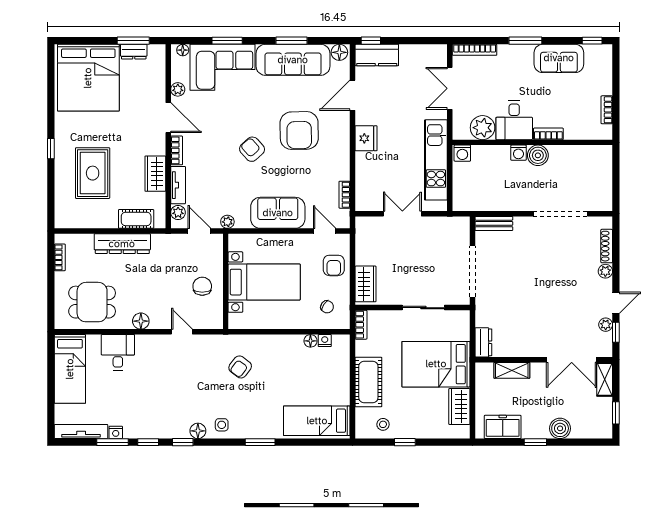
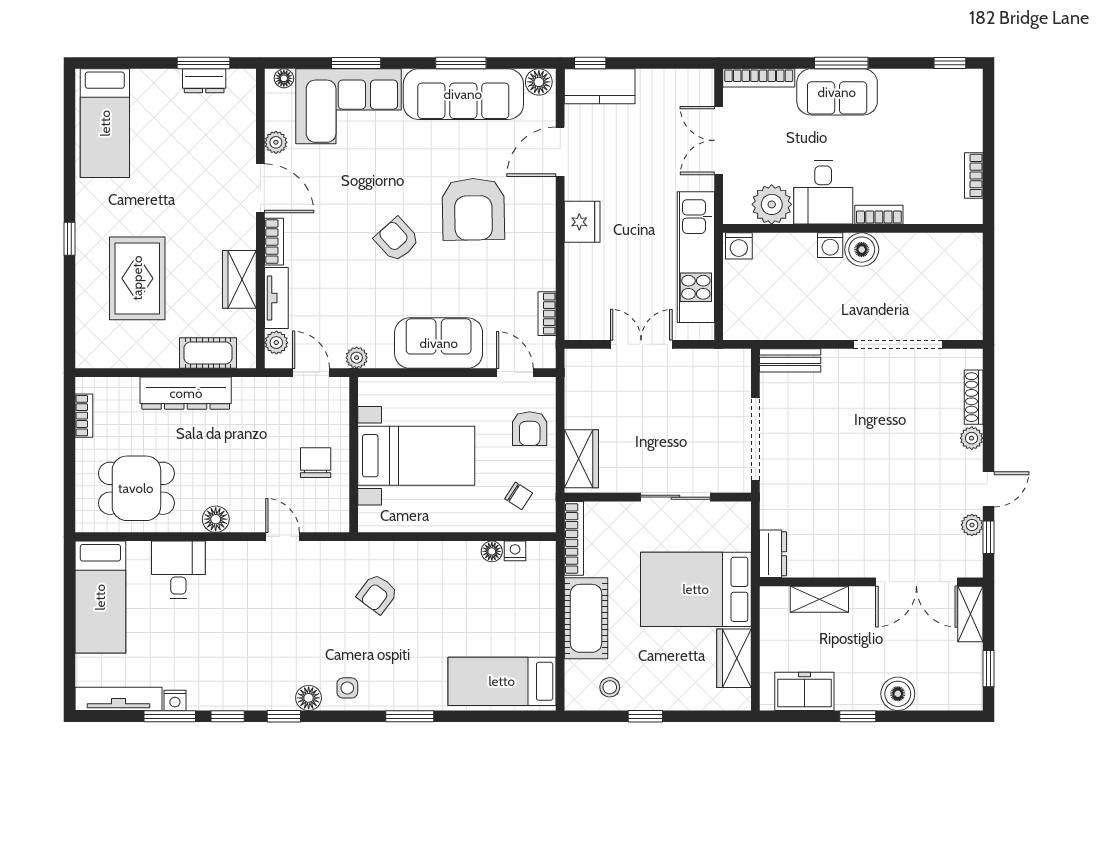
sofa: (559, 58) -> (837, 92), moved
bed: (88, 78) -> (105, 123), width x0.49
bookcase: (361, 325) -> (574, 538), width x1.56

